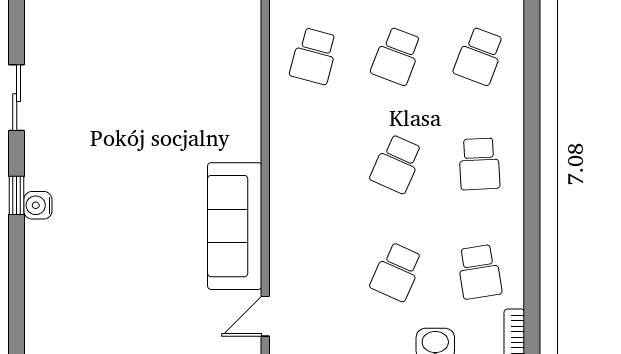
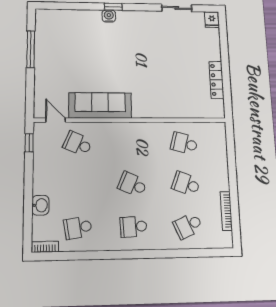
school desk: (479, 56) -> (188, 226), turned -45
sliding door: (17, 98) -> (177, 8), moved
school desk: (397, 272) -> (78, 144), moved

